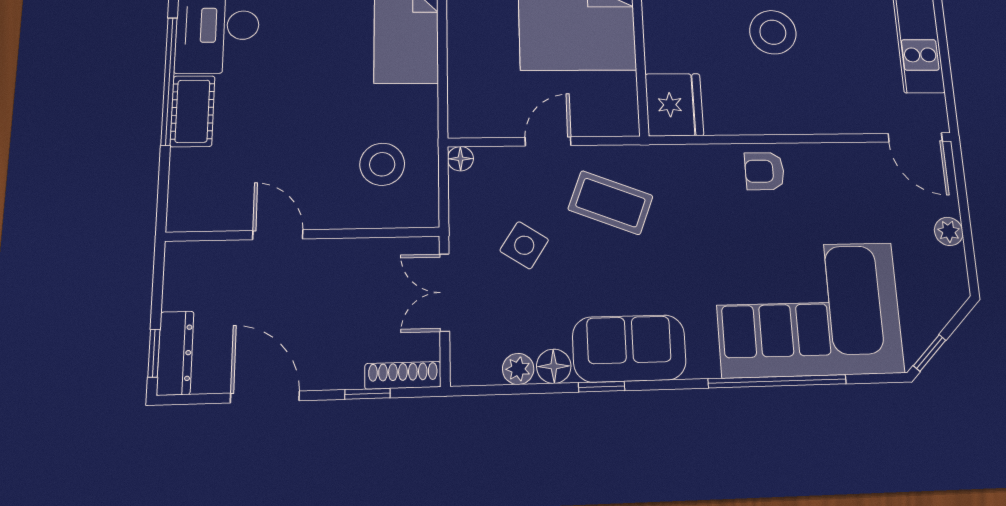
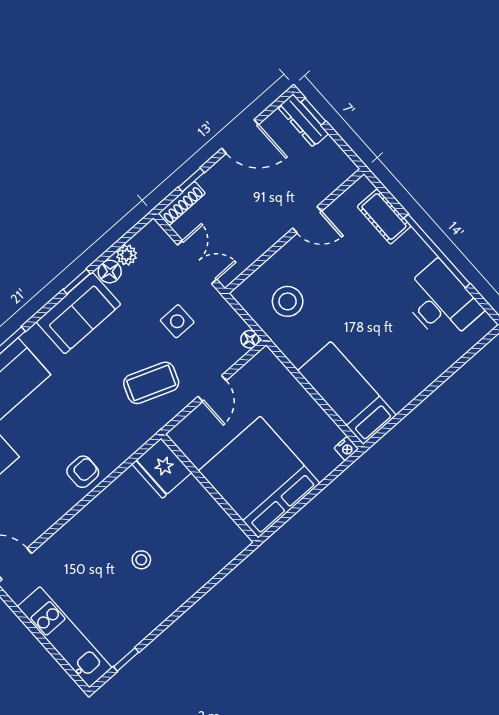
stool: (773, 32) -> (141, 560), width x0.53, depth x0.53
cot: (192, 111) -> (384, 217), moved
side table: (524, 245) -> (177, 321), turned -33

